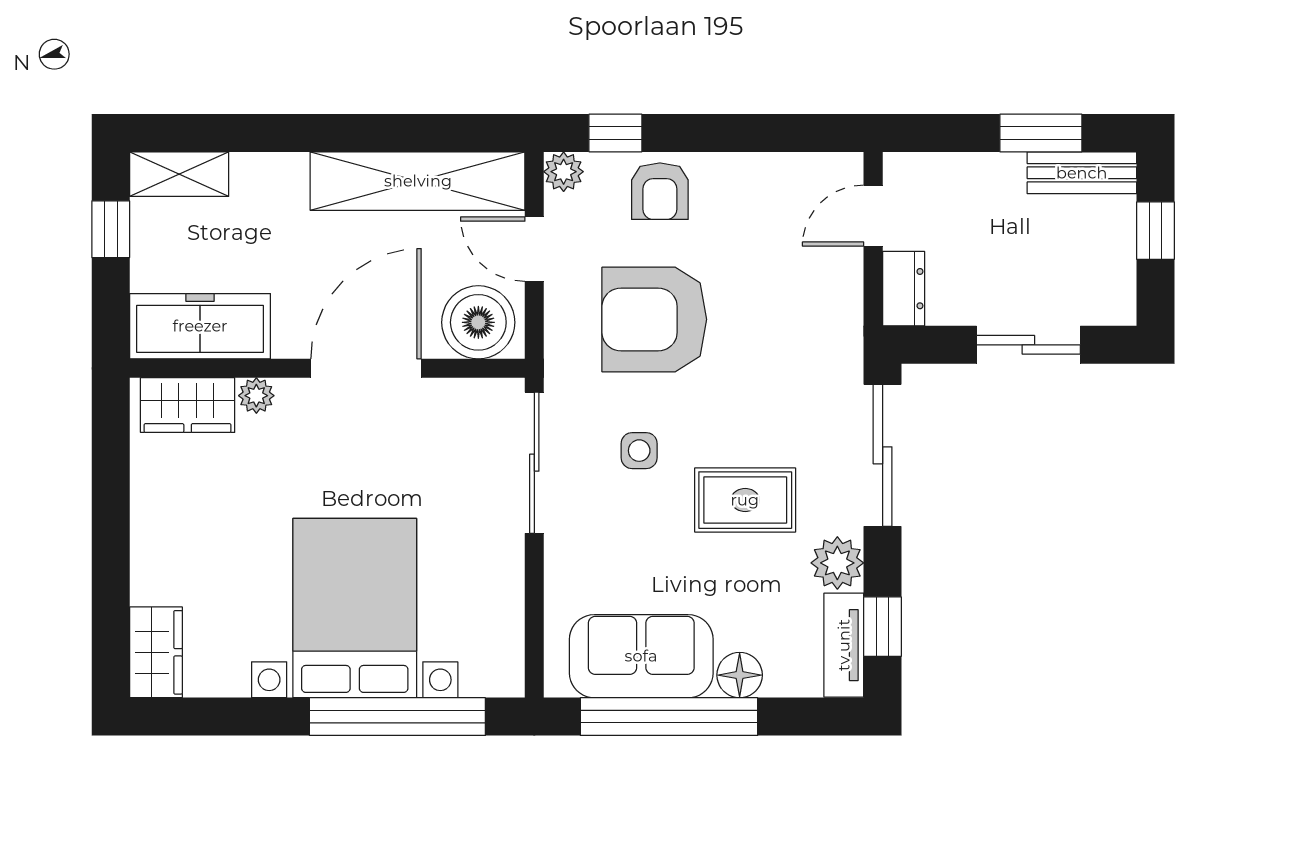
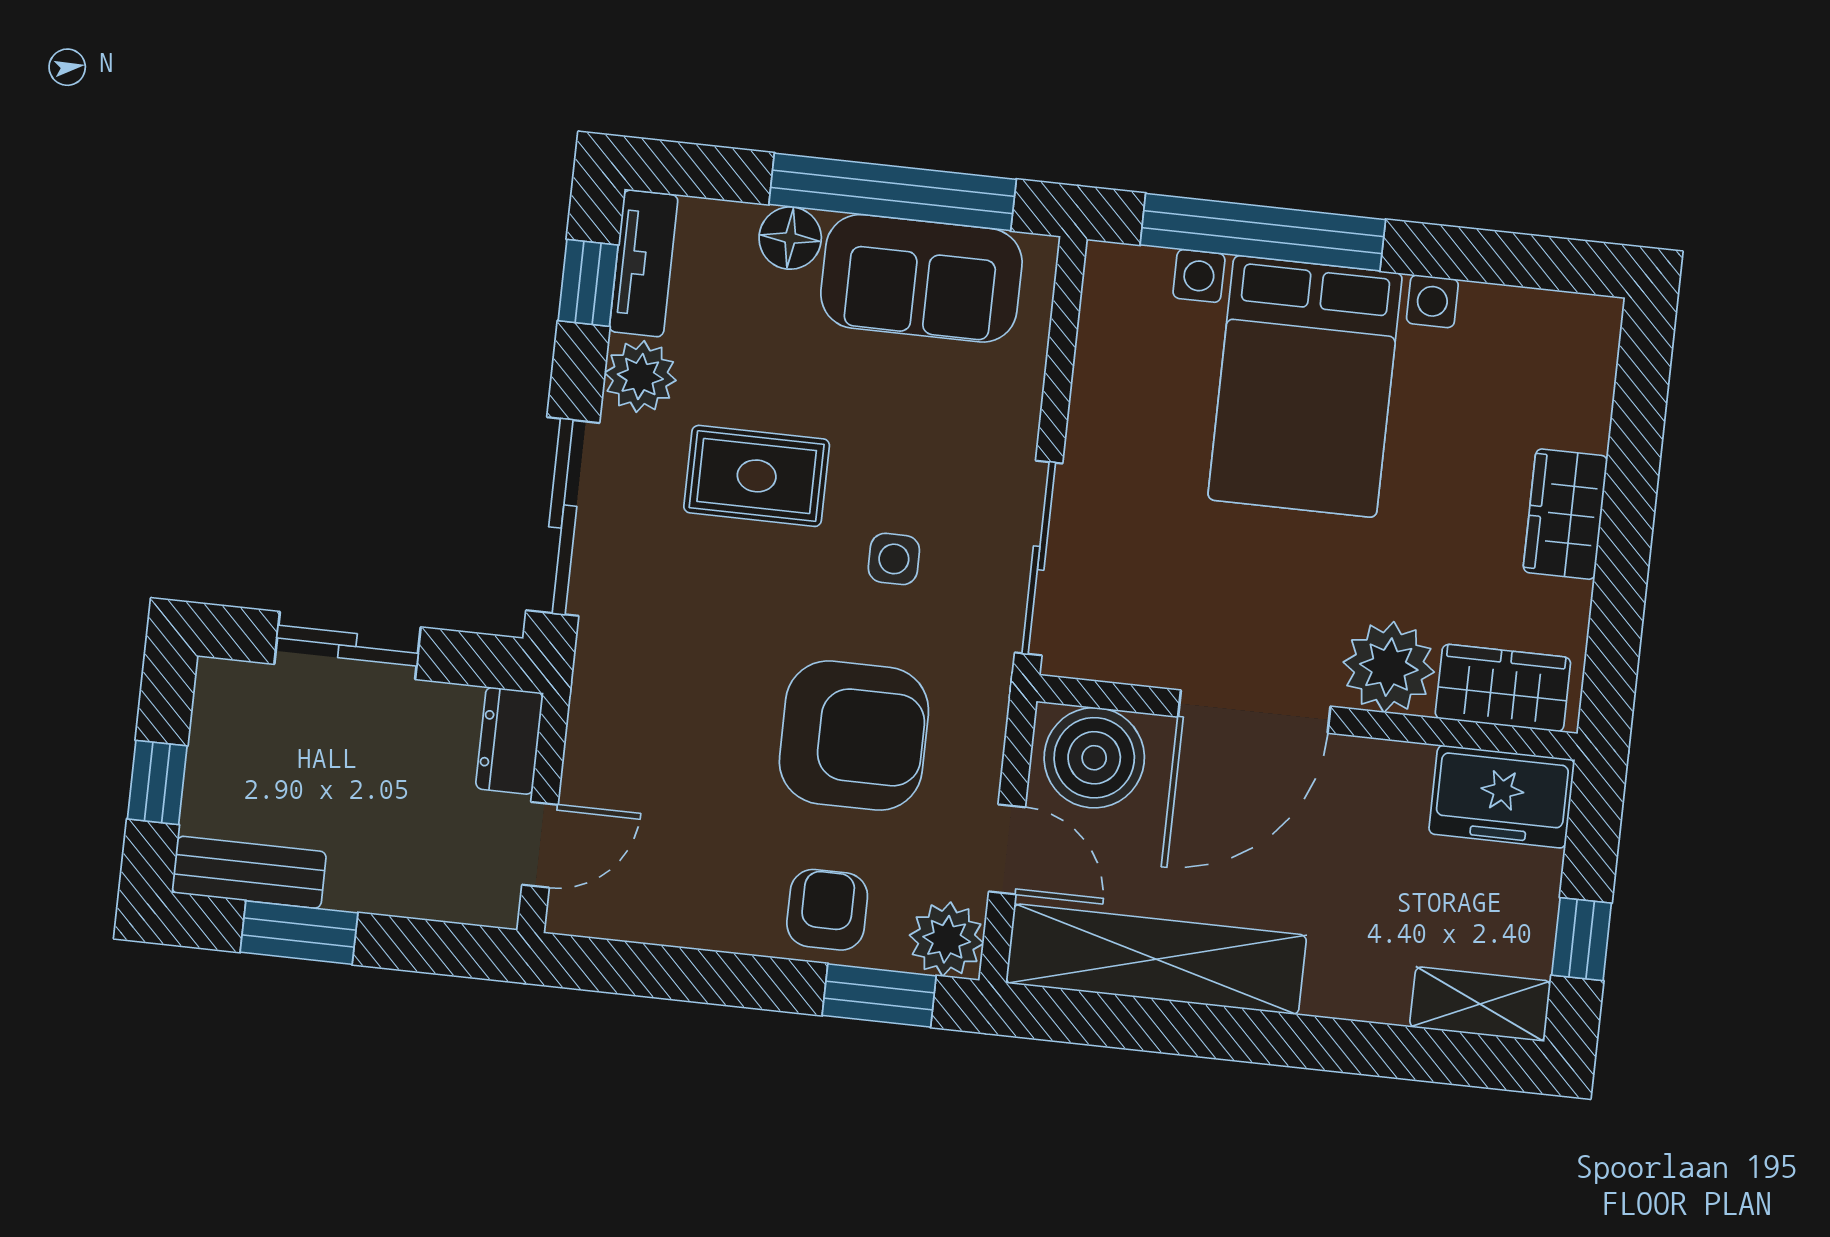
window: (615, 133) -> (879, 996), width x1.50
plant: (564, 172) -> (947, 939), width x1.38, depth x1.38
freezer: (200, 326) -> (1502, 797), width x0.71
plant: (256, 396) -> (1389, 667), width x1.87, depth x1.87
wardrobe: (156, 652) -> (1565, 514), moved

